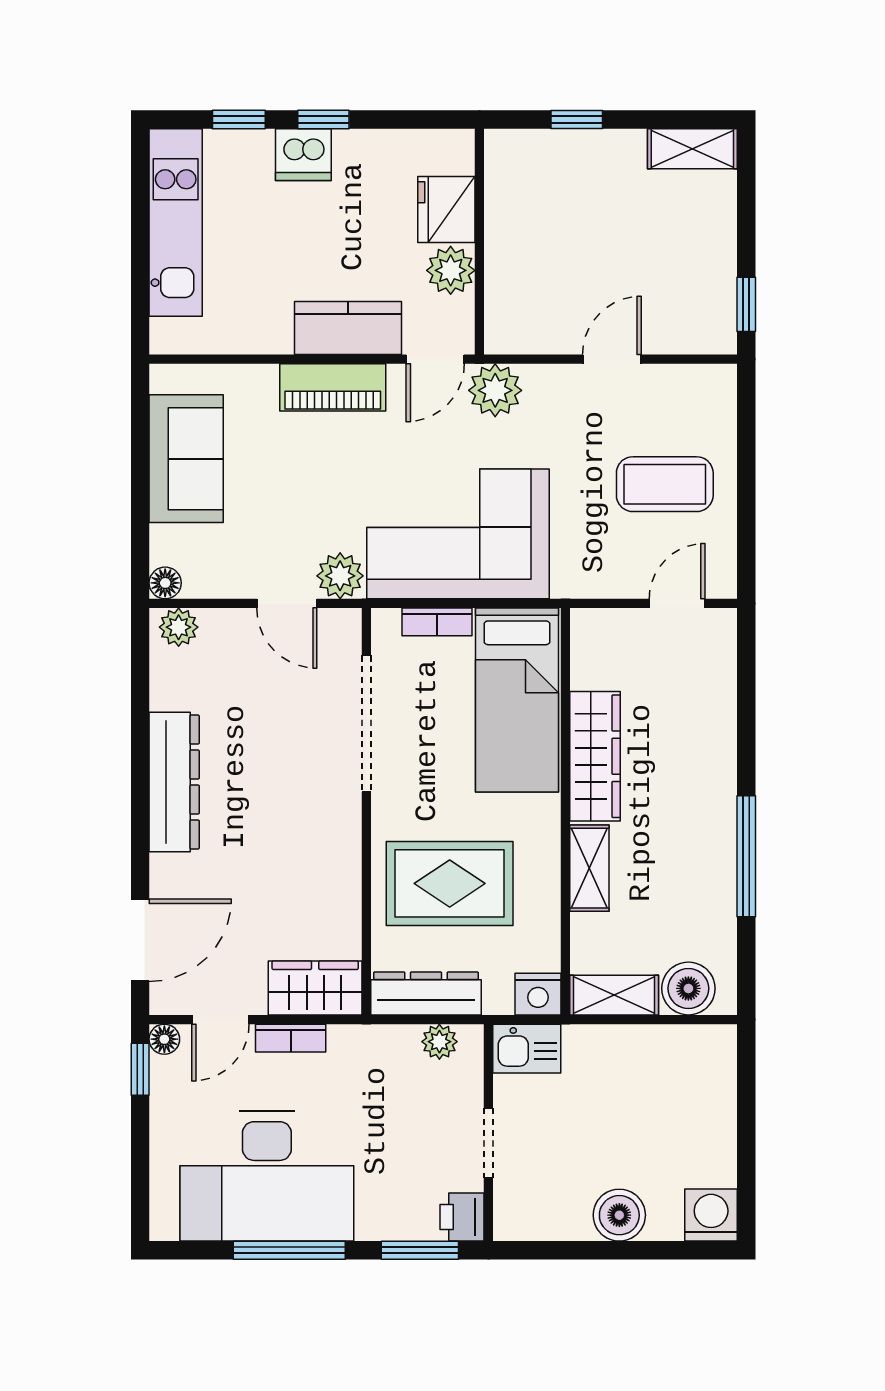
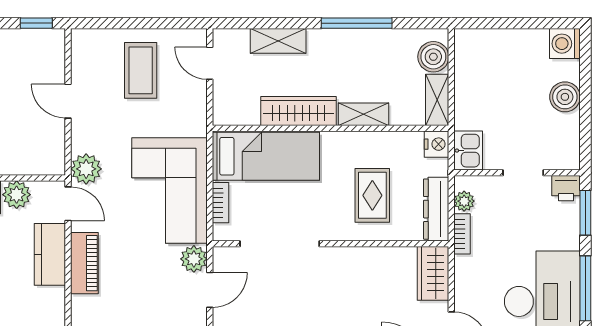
shelving: (716, 721) -> (278, 41), added
rug: (450, 883) -> (372, 195), width x0.73, depth x0.70
bookcase: (291, 1038) -> (462, 234), moved

